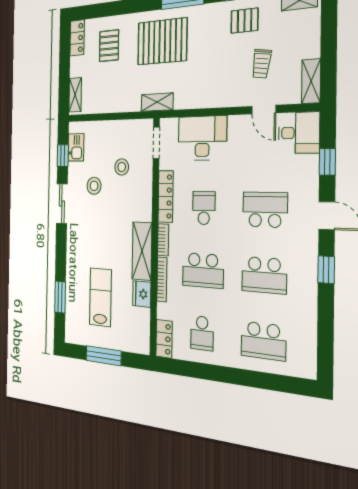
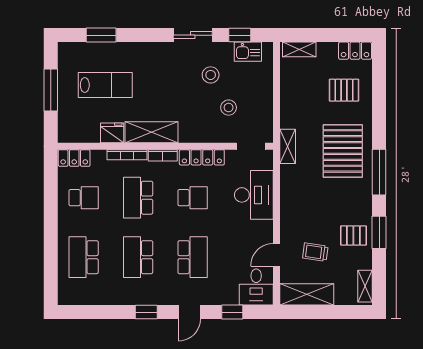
pallet: (245, 21) -> (353, 235), turned 90
shelving: (311, 81) -> (307, 294), width x1.50, depth x1.33
school desk: (202, 333) -> (84, 198), turned 180

